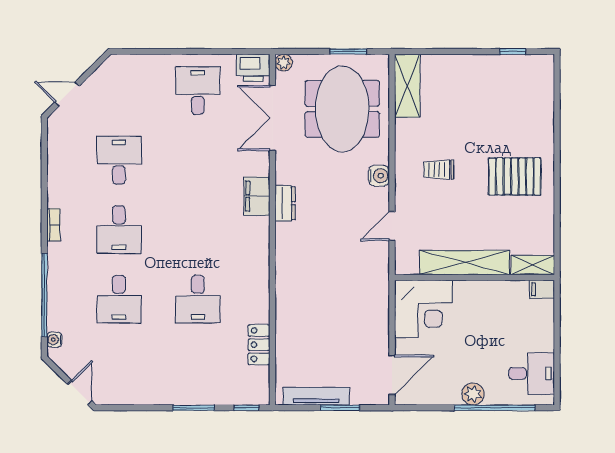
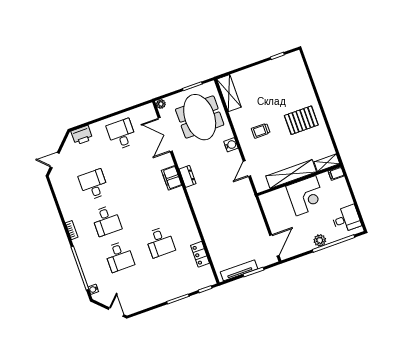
printer: (253, 68) -> (82, 135), moved
corner desk: (423, 309) -> (306, 196), moved

